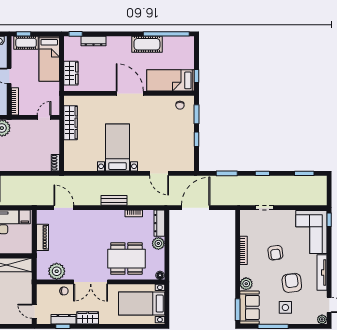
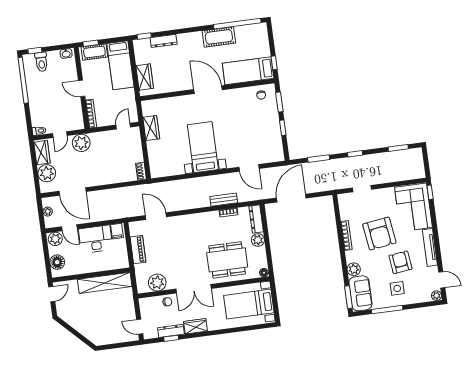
wardrobe: (71, 123) -> (151, 128), width x0.67
bench: (114, 200) -> (224, 200), moved
armchair: (275, 253) -> (379, 234), width x1.88, depth x1.88

